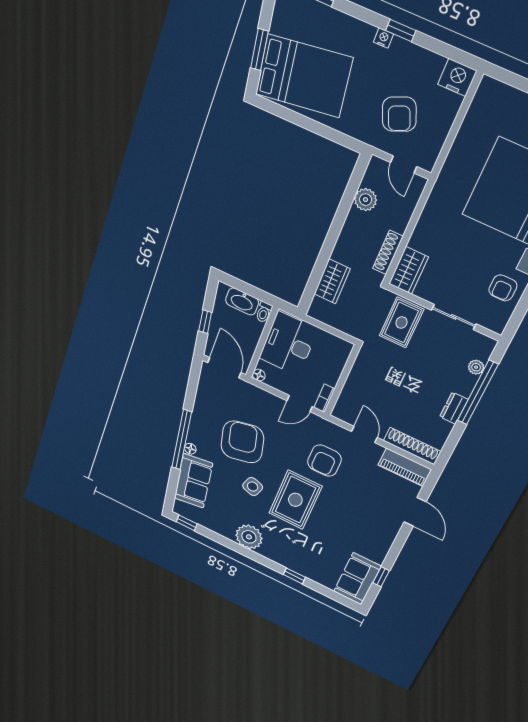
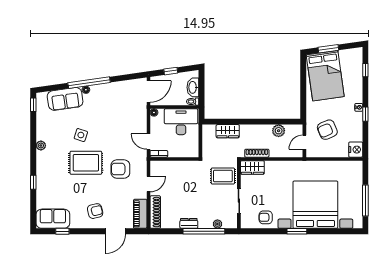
armchair: (242, 442) -> (95, 211), moved, width x0.53, depth x0.53
plant: (249, 537) -> (41, 145), width x0.53, depth x0.53

